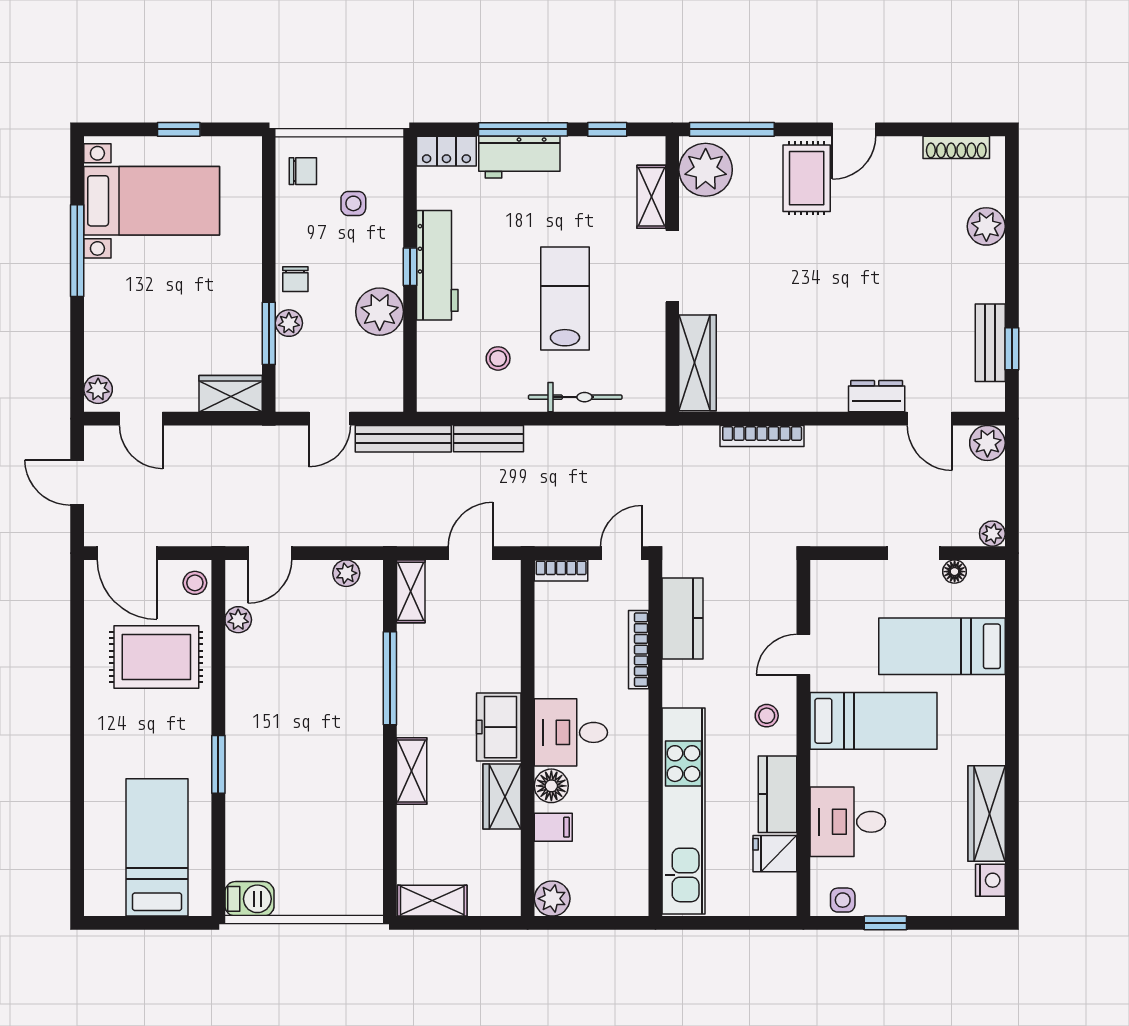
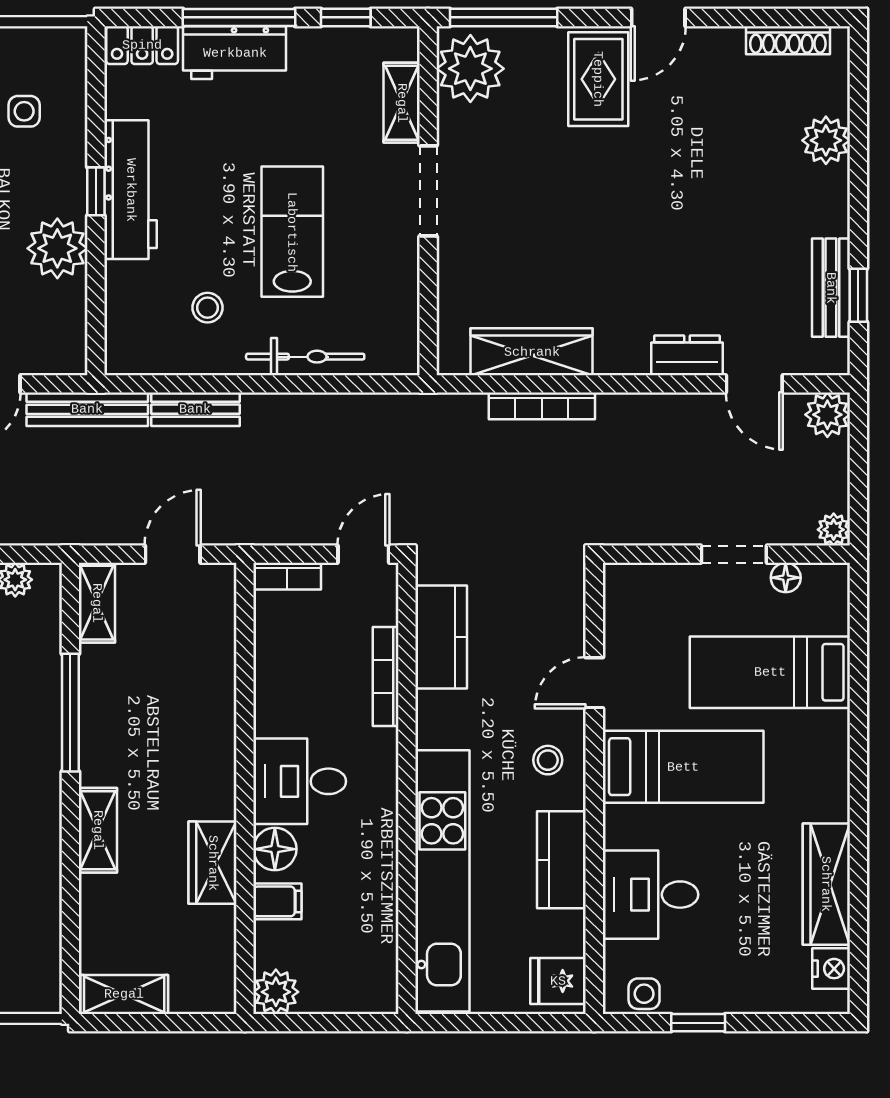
wardrobe: (698, 363) -> (532, 352), moved, turned -90
freezer: (499, 727) -> (208, 775), removed
fridge: (775, 854) -> (558, 981), moved

